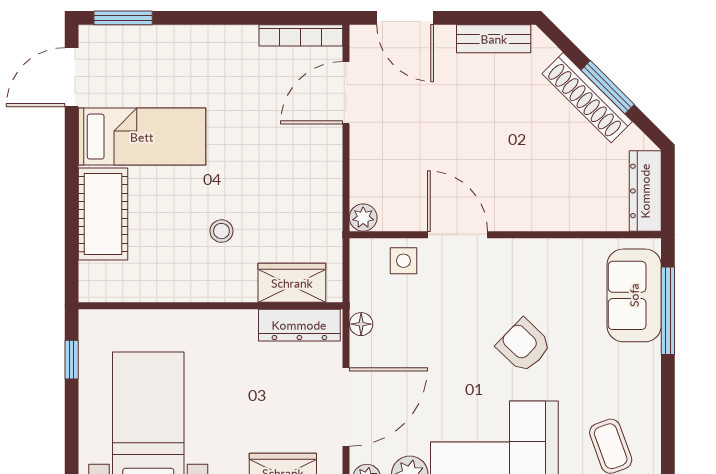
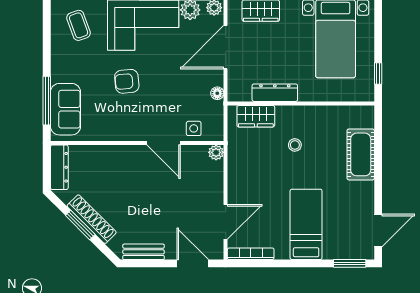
bed: (142, 137) -> (306, 224), moved, turned 90
dresser: (299, 325) -> (275, 93), moved
armchair: (524, 346) -> (127, 81), turned 131

